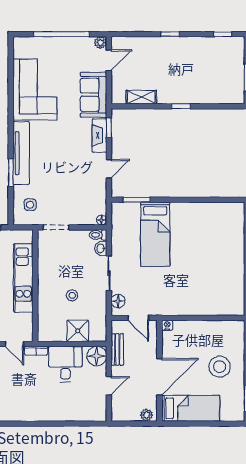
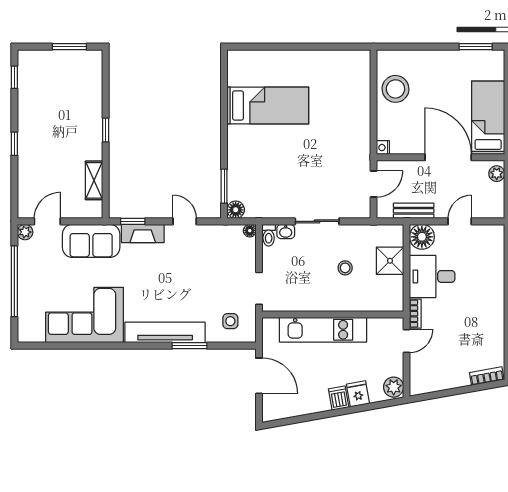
door: (109, 60) -> (47, 221), hinge flipped
bed: (155, 234) -> (268, 105), moved
floor lamp: (118, 301) -> (236, 210), moved
stool: (220, 367) -> (395, 89), moved
door: (109, 386) -> (460, 221), hinge flipped

